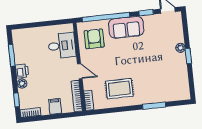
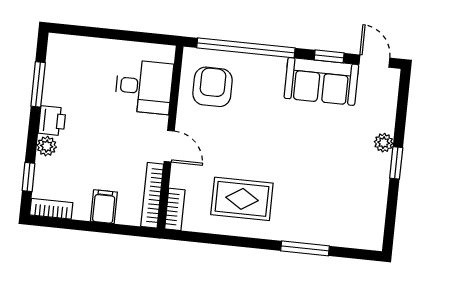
sofa: (126, 27) -> (321, 81), moved

